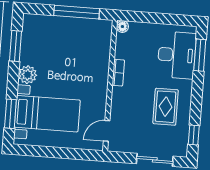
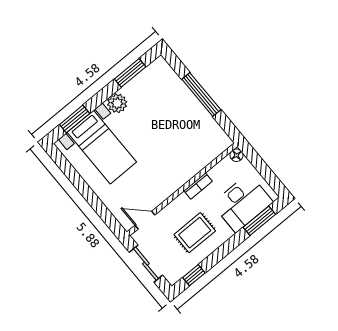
floor lamp: (122, 27) -> (237, 155), moved
bookcase: (118, 73) -> (198, 186), moved
wall: (110, 86) -> (182, 189), moved
door: (107, 131) -> (145, 220), moved

